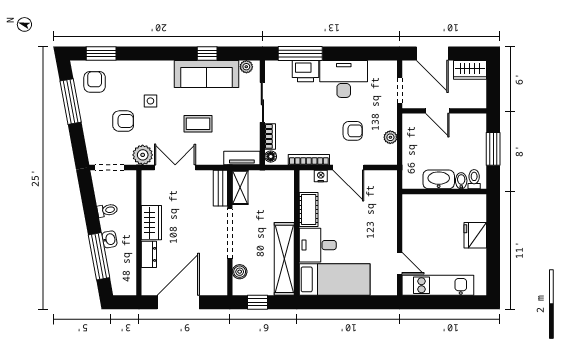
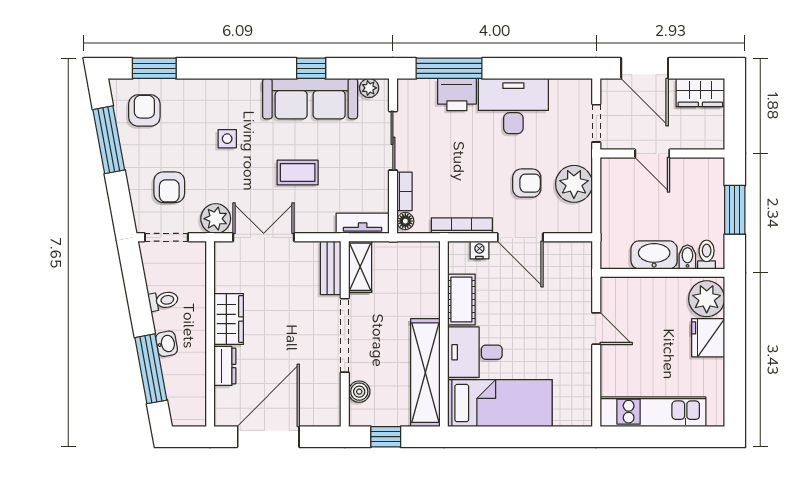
armchair: (123, 121) -> (169, 187), moved, turned 90
plant: (390, 137) -> (574, 184), width x1.88, depth x1.88
plant: (474, 209) -> (707, 299), added
door: (400, 263) -> (596, 329), moved

